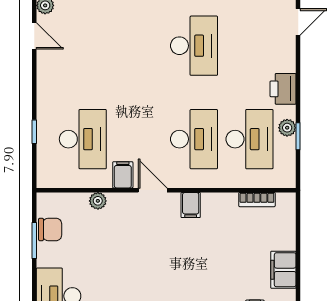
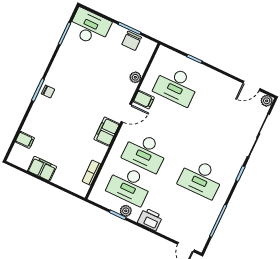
filing cabinet: (191, 205) -> (107, 132), width x2.00

